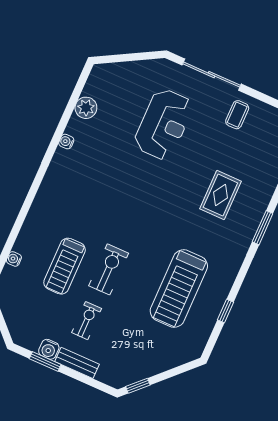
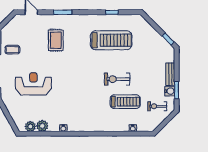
plant: (94, 87) -> (30, 126), added
rug: (220, 195) -> (56, 40), turned 90
exercise bike: (87, 321) -> (157, 106), moved

